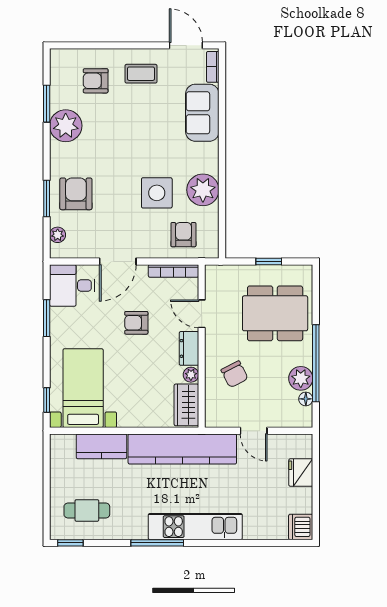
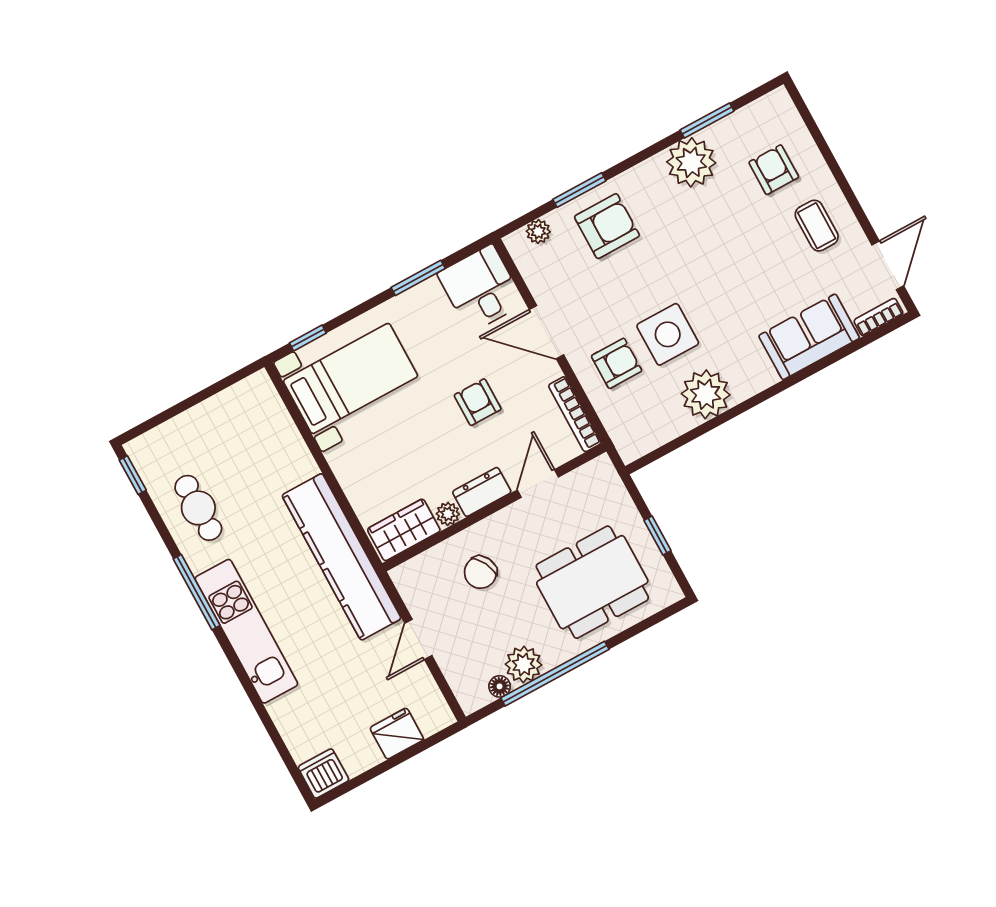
armchair: (183, 235) -> (617, 363), moved
dining table: (275, 313) -> (592, 582), turned 90
kitchen counter: (101, 446) -> (286, 446), removed
cafe table: (87, 510) -> (198, 508), moved

